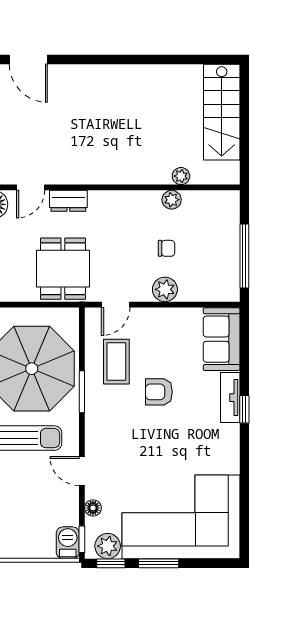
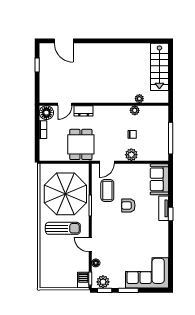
corner sofa: (181, 517) -> (147, 273), width x0.73, depth x0.74

